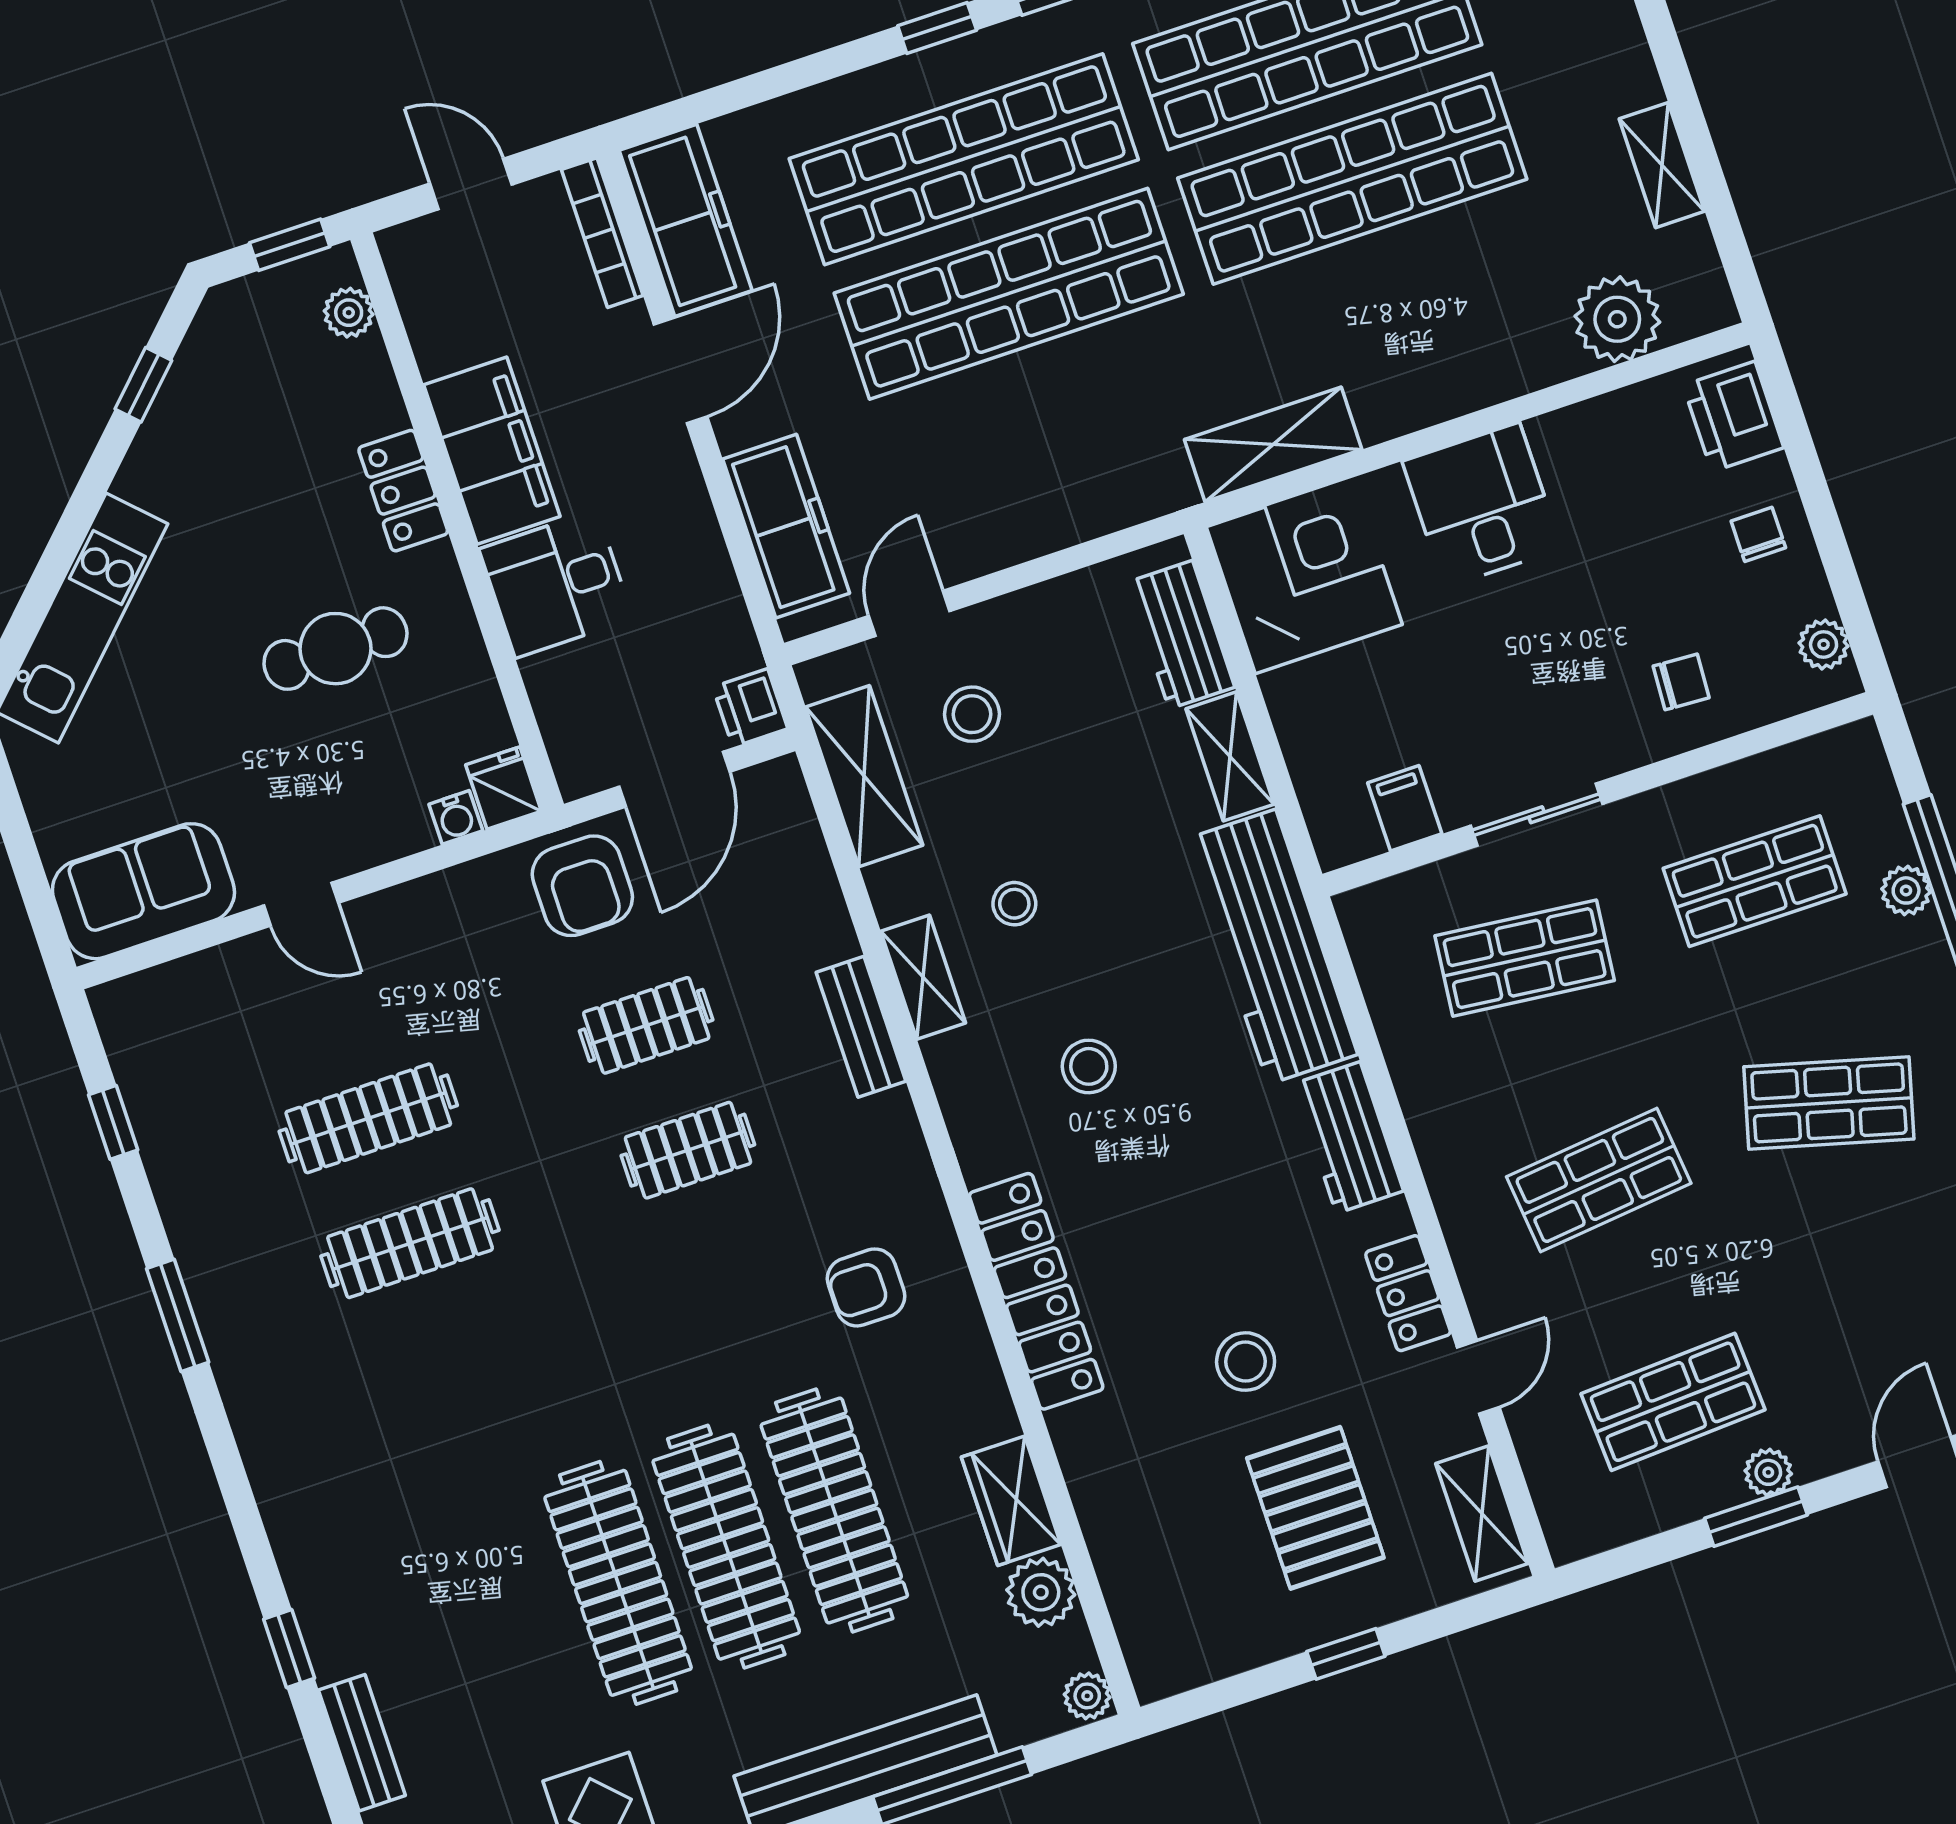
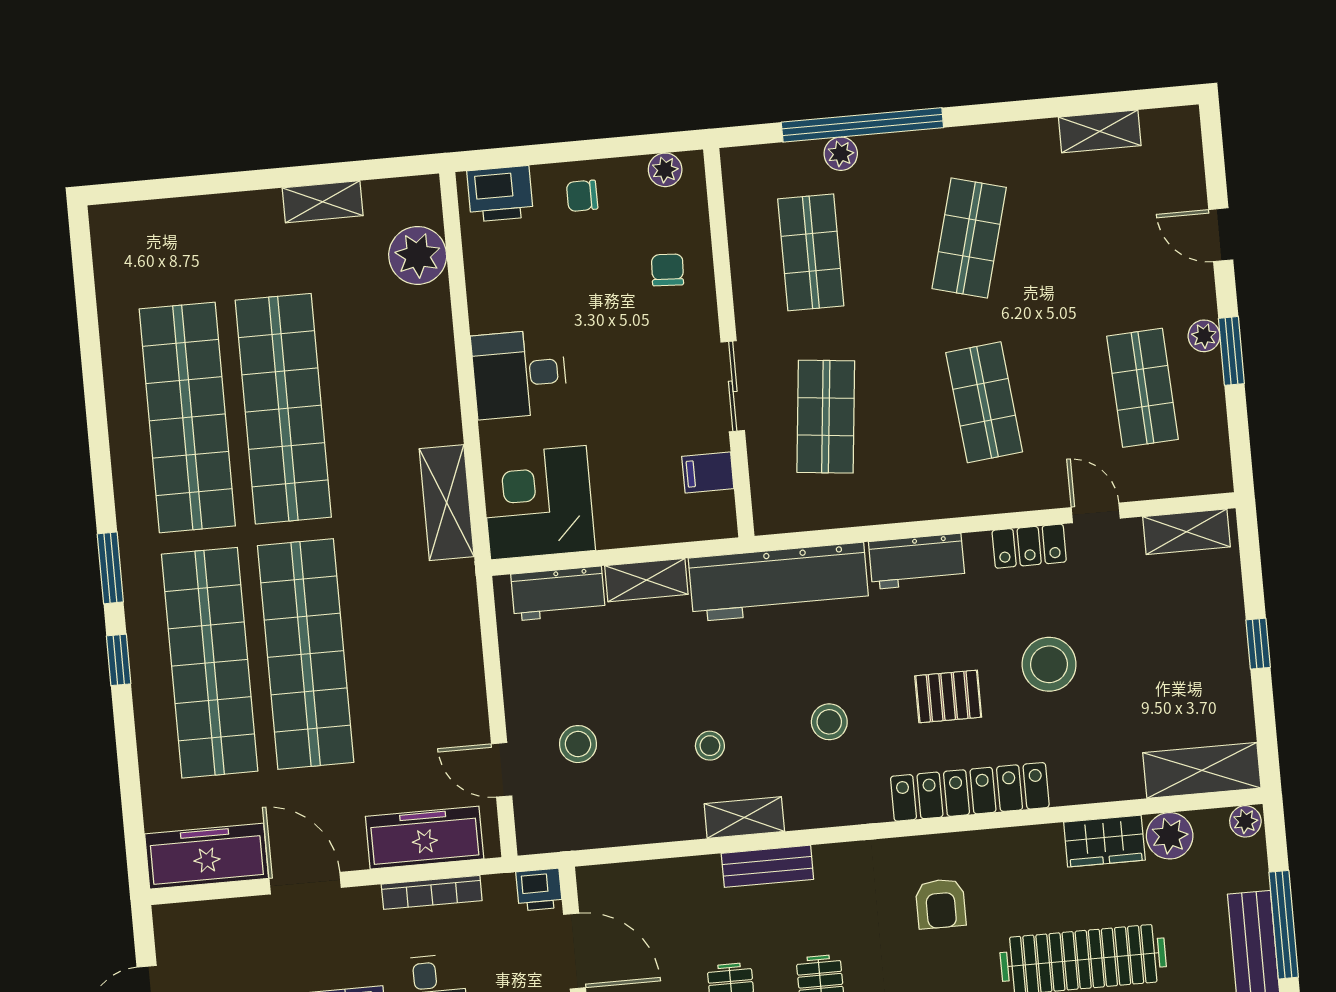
bookcase: (602, 233) -> (432, 892), moved
shelving: (864, 776) -> (1202, 770), moved
stool: (1246, 1362) -> (1049, 664), width x1.38, depth x1.38
pallet: (1315, 1508) -> (948, 696), moved, width x0.67, depth x0.71

